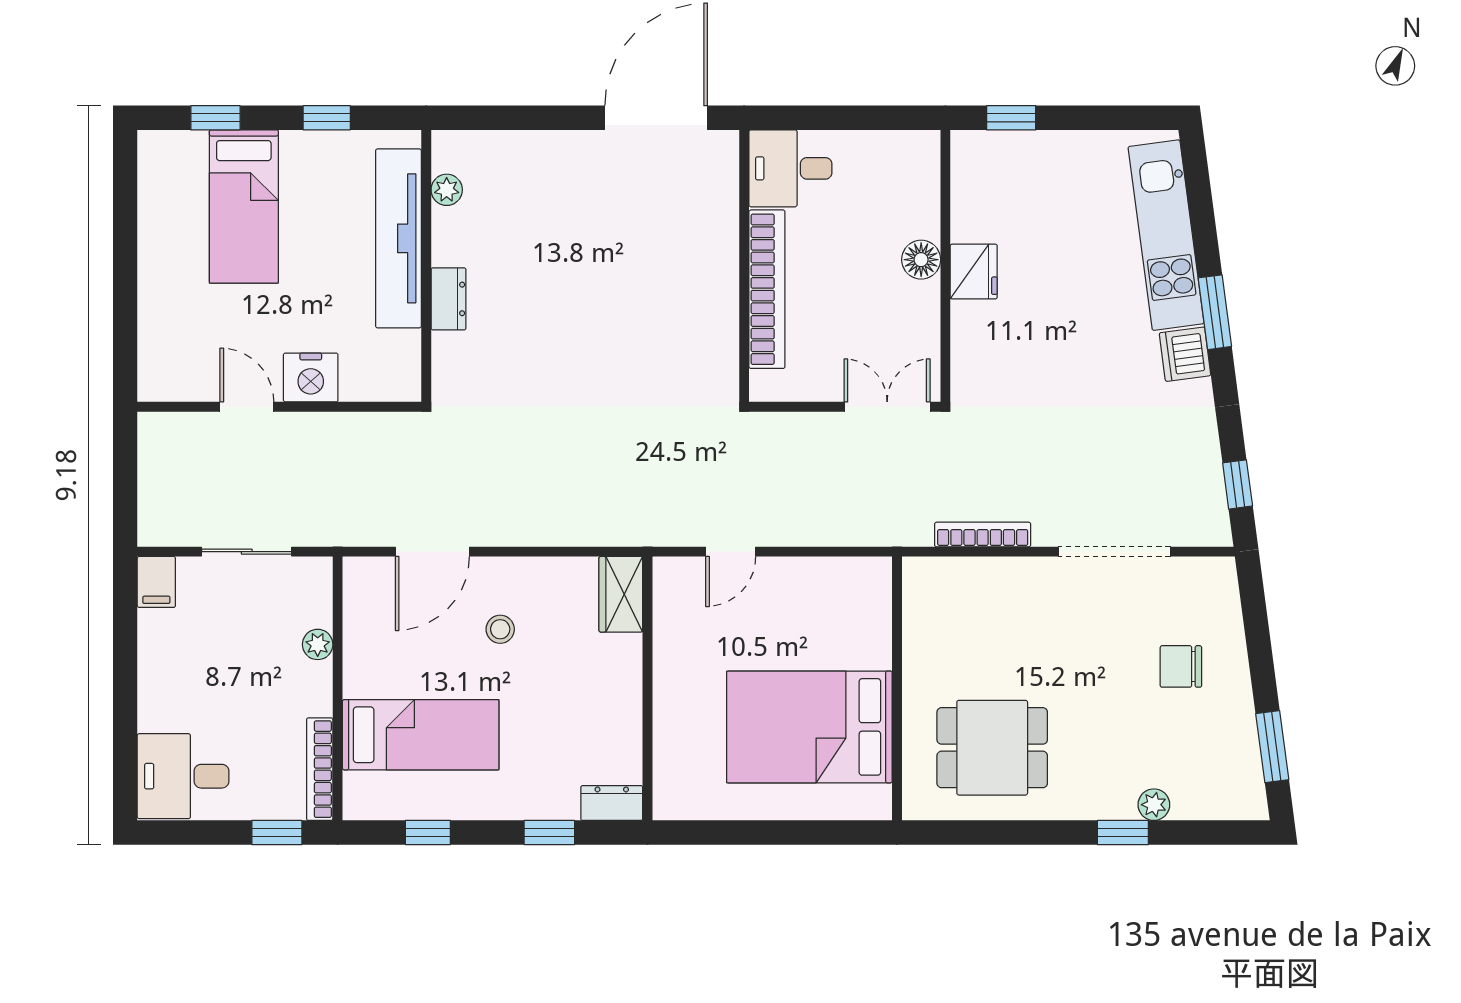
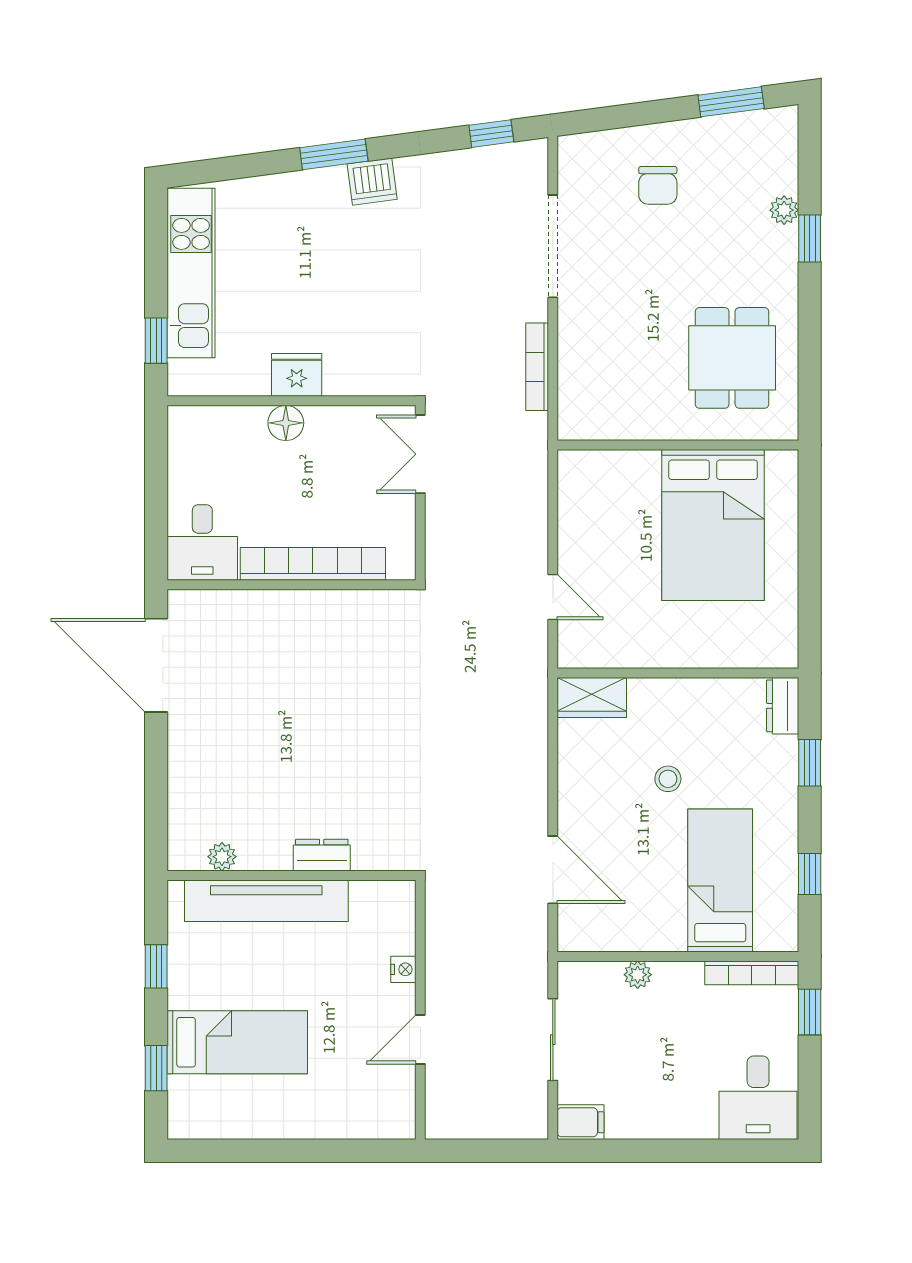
kitchen unit: (1166, 235) -> (191, 273), moved, turned -82
nightstand: (311, 377) -> (403, 969), width x0.53, depth x0.56
stool: (500, 629) -> (668, 779), moved

